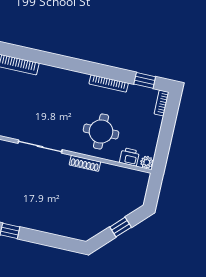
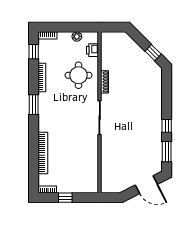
window: (76, 65) -> (34, 105), added
plant: (147, 162) -> (77, 36), moved
window: (121, 227) -> (153, 53), moved

